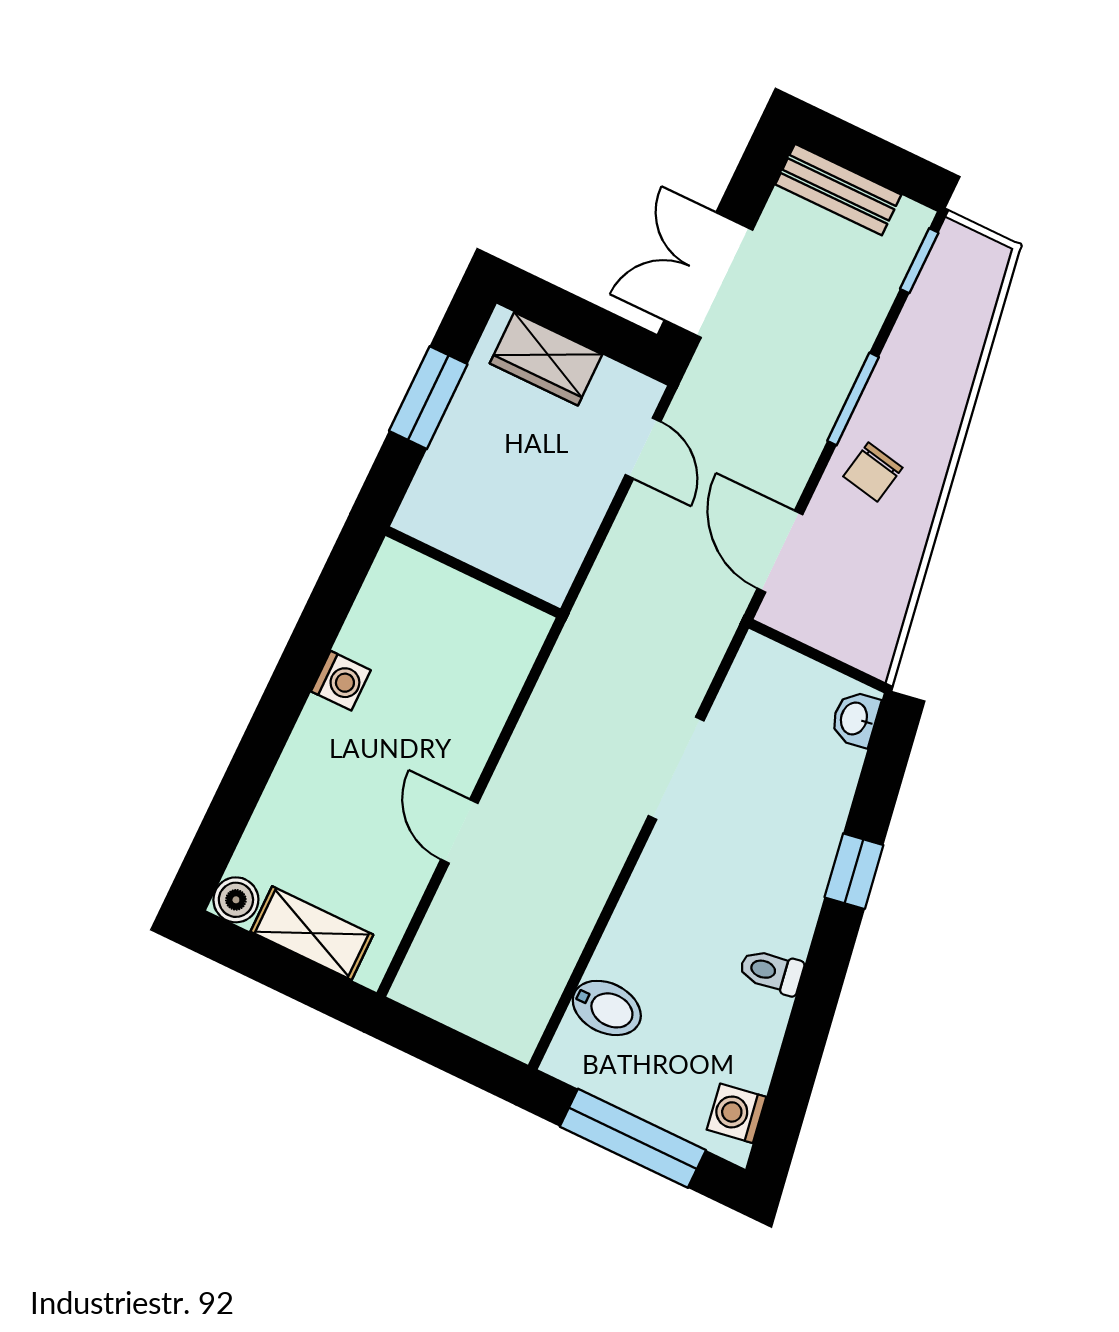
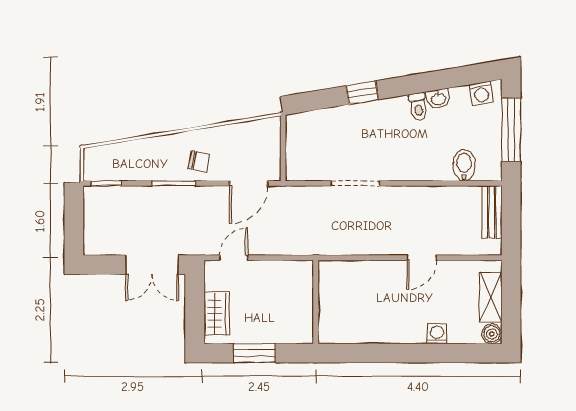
bench: (838, 189) -> (492, 212), moved
washing machine: (341, 681) -> (437, 334), moved
washbasin: (855, 719) -> (438, 99), moved

